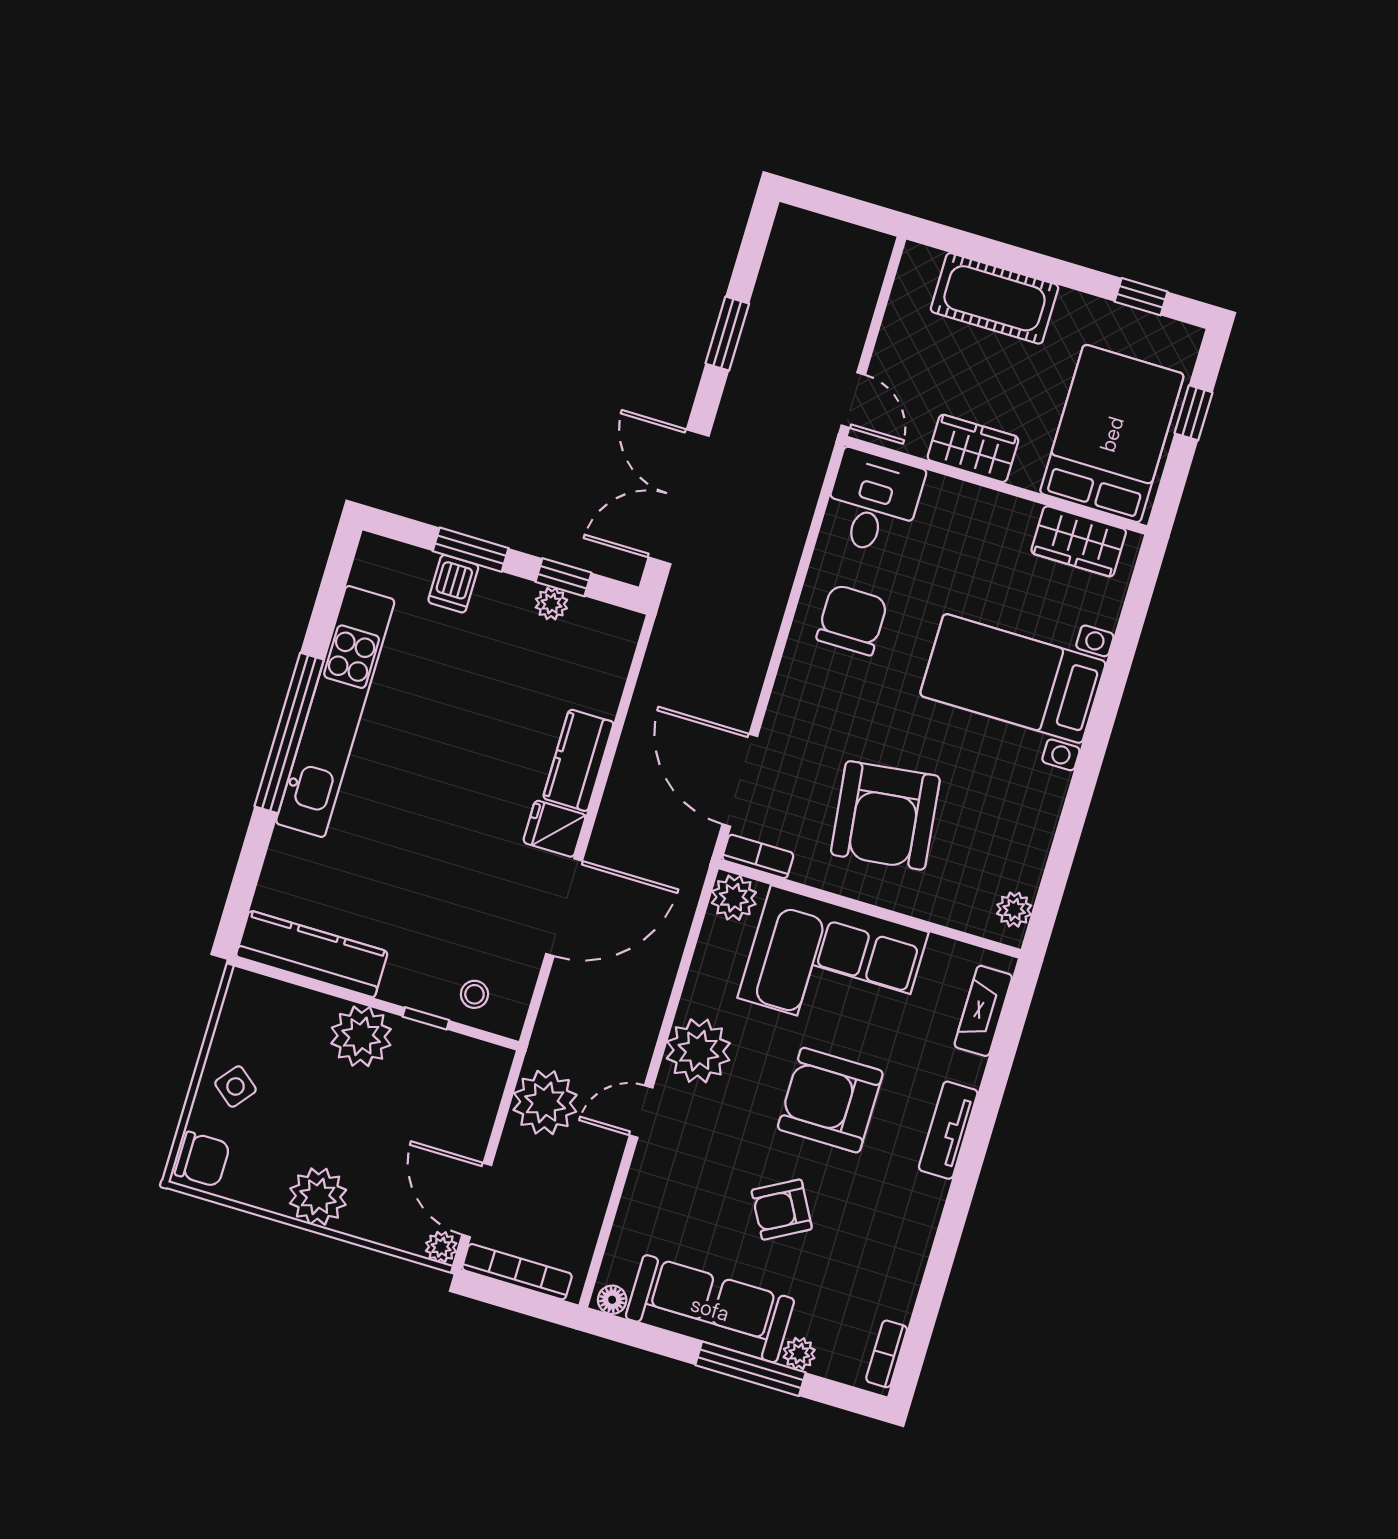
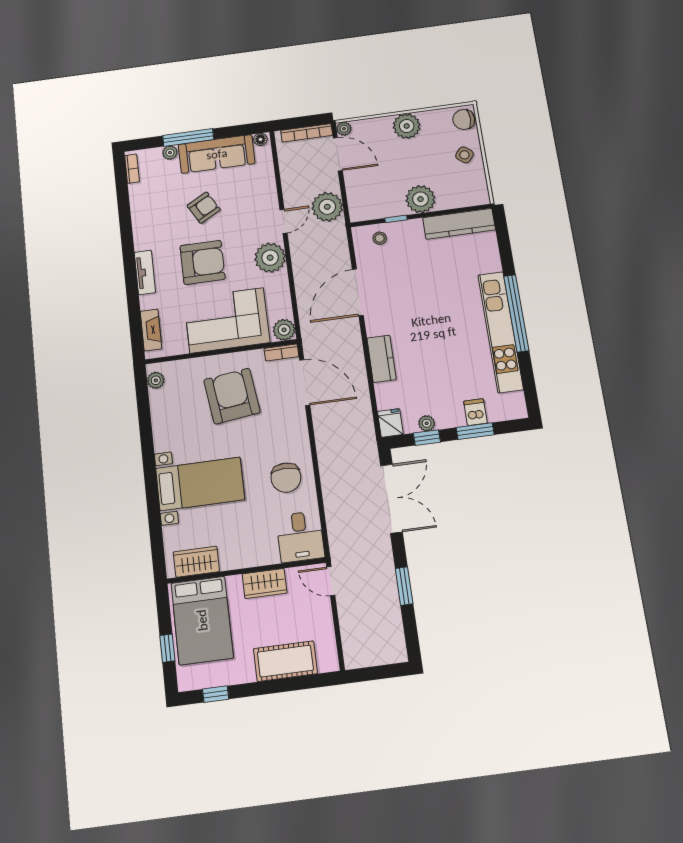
fridge: (554, 829) -> (390, 423), moved, turned -90

